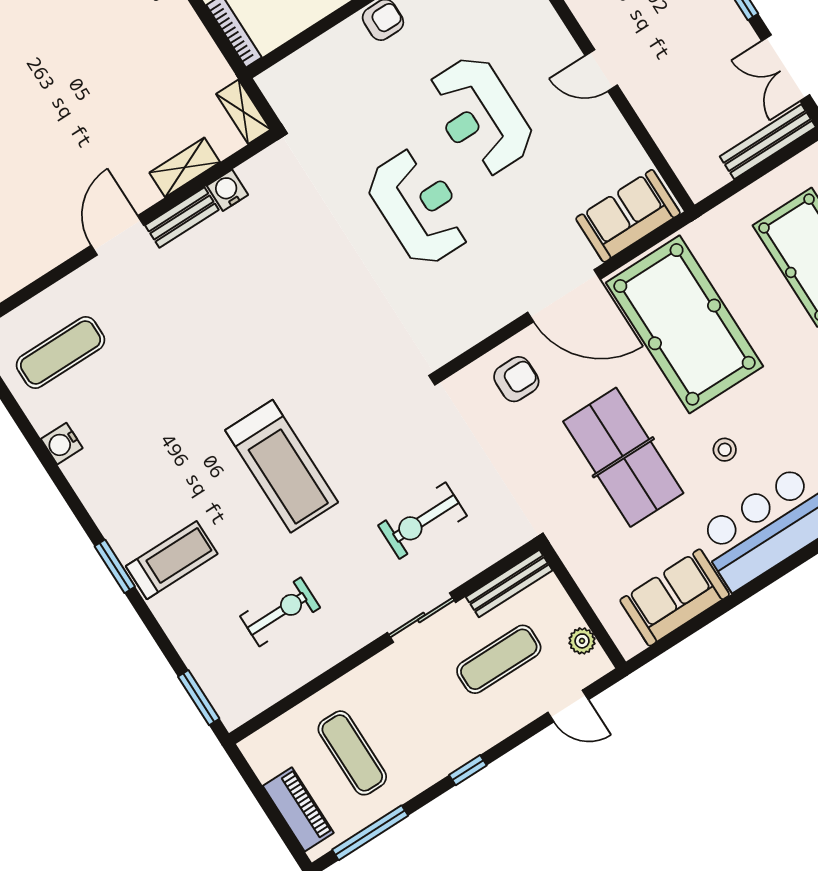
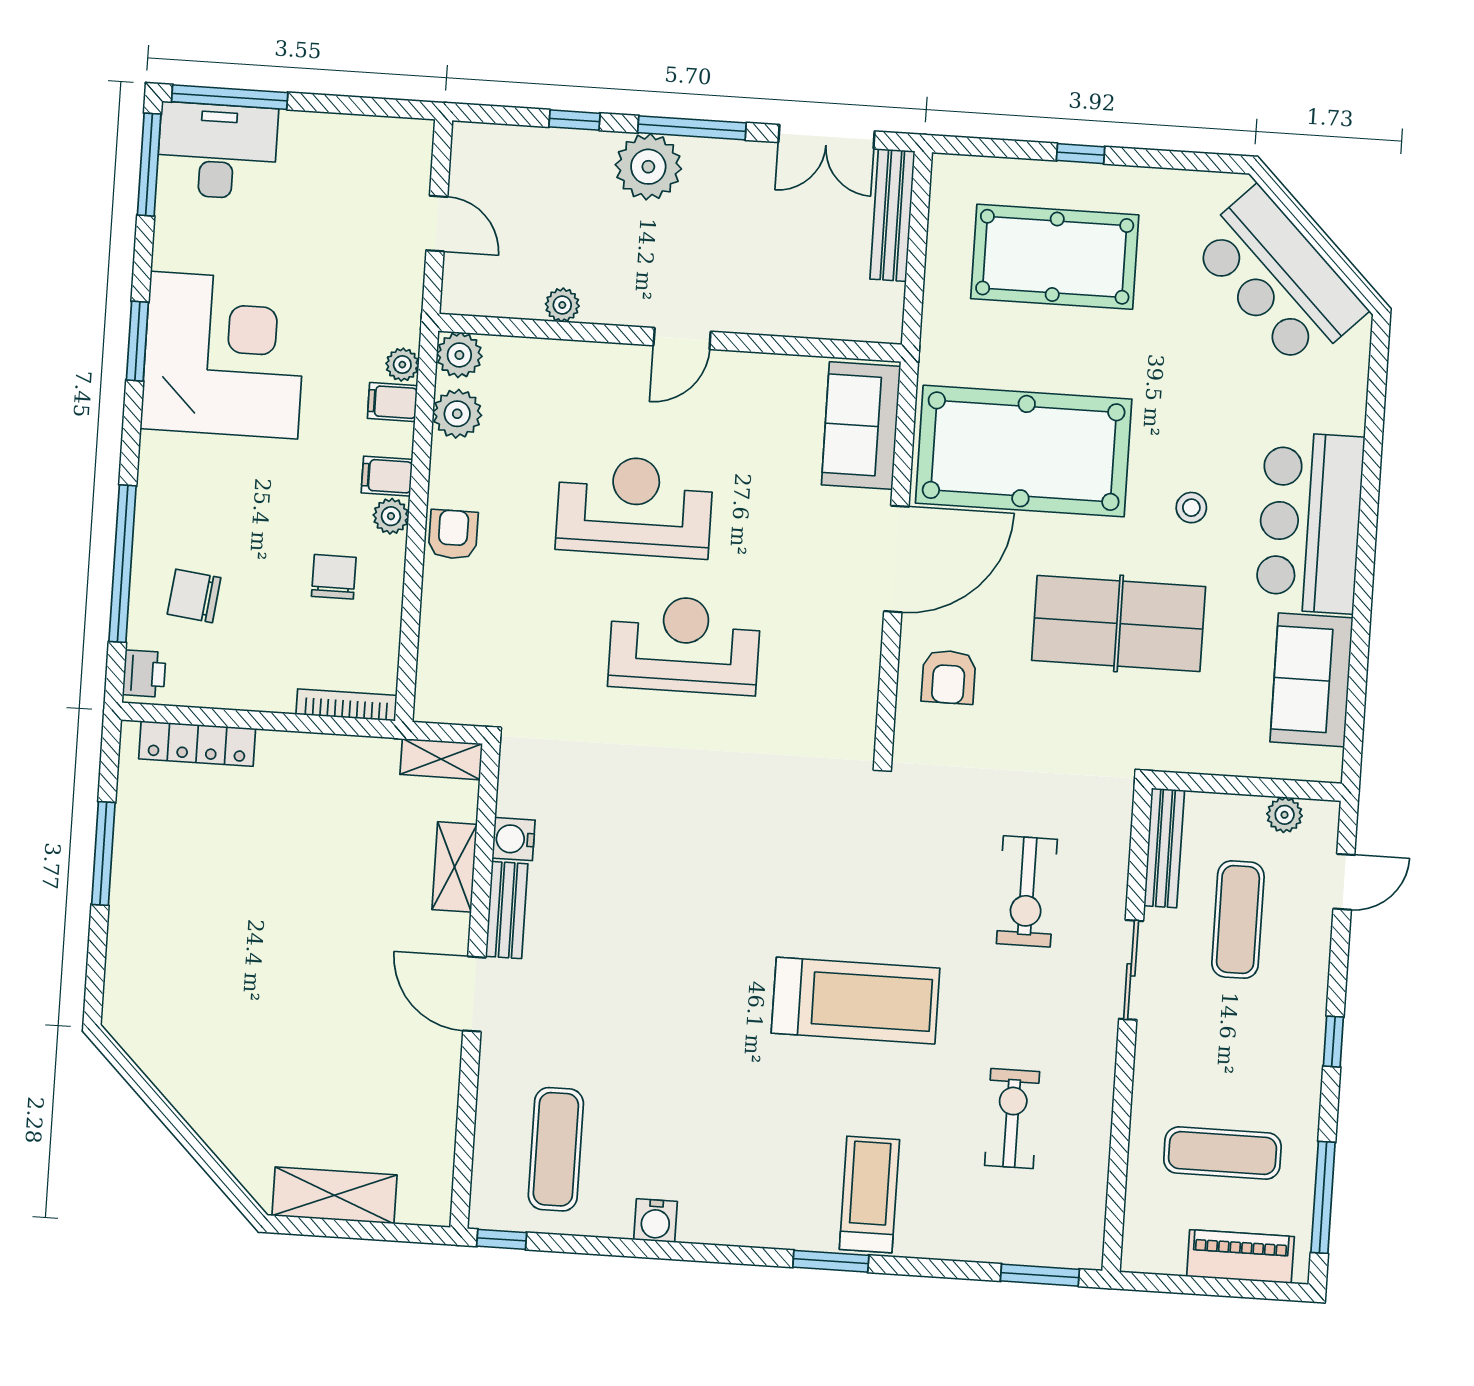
reception desk: (480, 116) -> (635, 506), turned 180
armchair: (516, 379) -> (949, 677), turned 180

